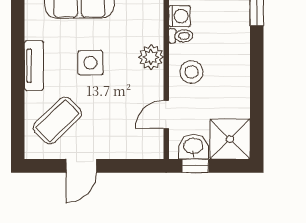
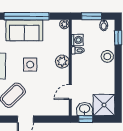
stool: (191, 72) -> (107, 56), moved

